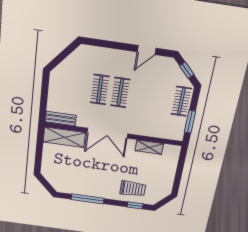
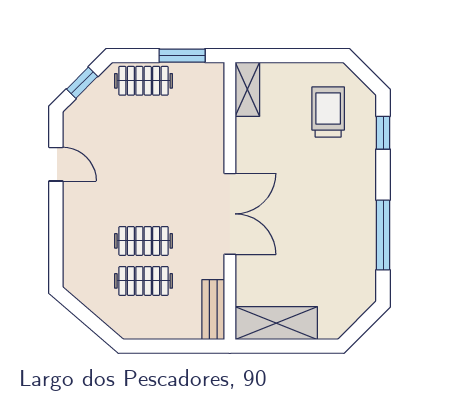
clothes rail: (120, 92) -> (144, 281), moved
shelving: (64, 137) -> (276, 323), moved, turned 90
shelving: (149, 147) -> (247, 89), moved
trolley: (133, 189) -> (328, 112), moved

